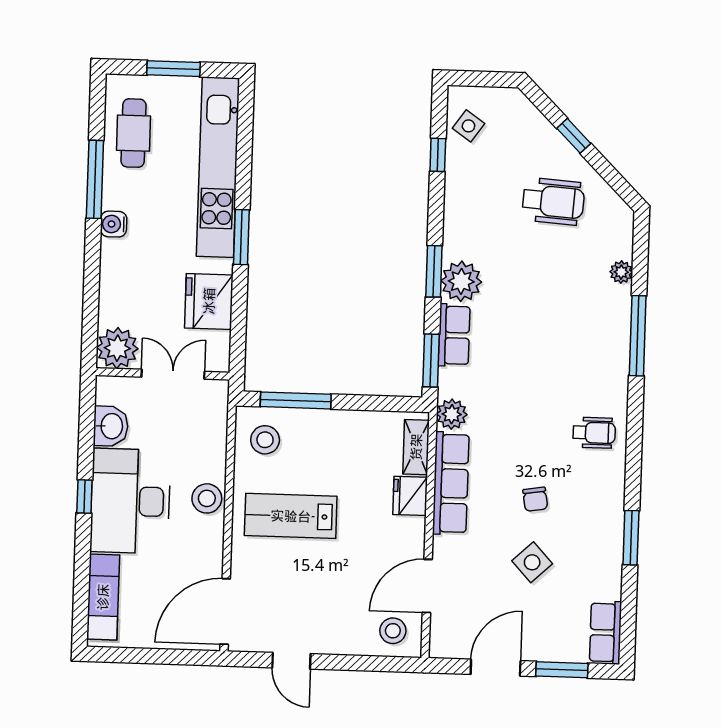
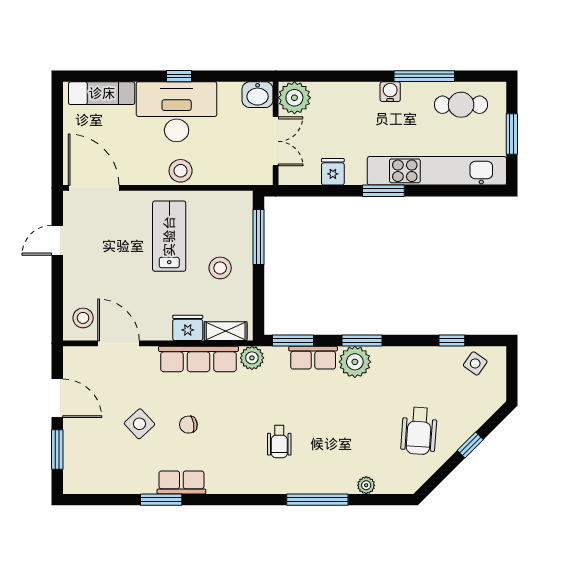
fridge: (209, 301) -> (333, 172), width x0.53, depth x0.75
washbasin: (111, 426) -> (258, 95), moved
wheelchair: (594, 433) -> (279, 442), moved
stool: (265, 440) -> (220, 268), moved
row of seats: (606, 633) -> (181, 482), moved

